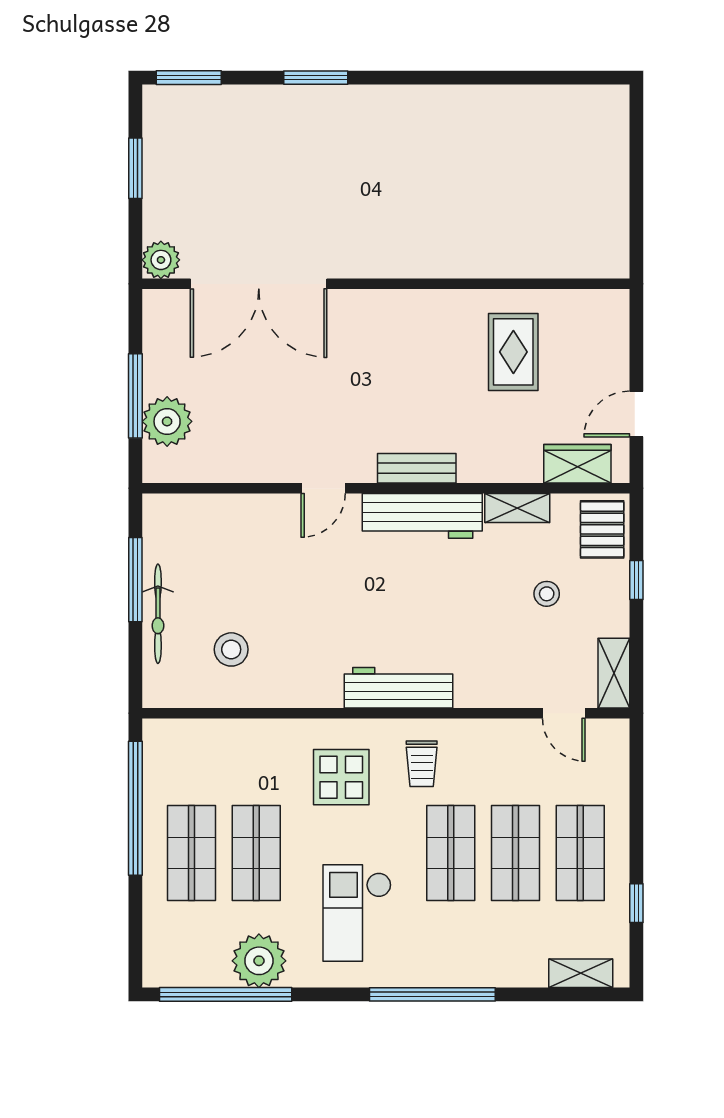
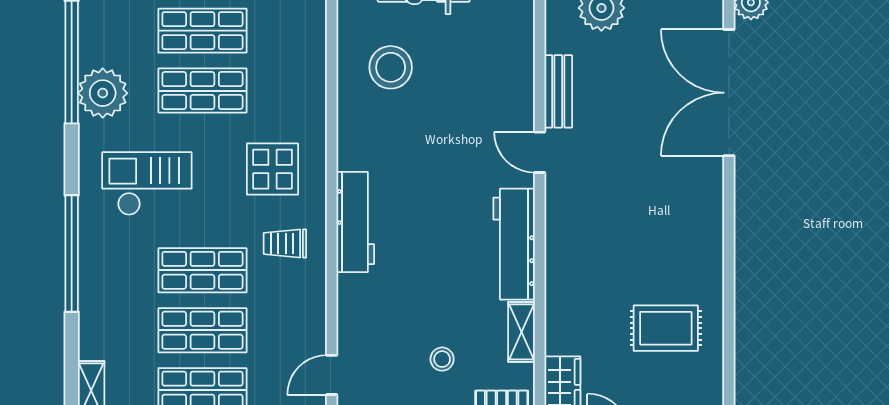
bench: (417, 468) -> (558, 91), moved
stool: (231, 649) -> (391, 67), width x1.38, depth x1.38

